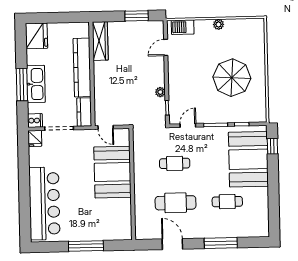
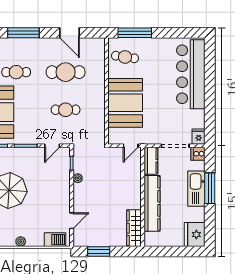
door: (106, 127) -> (131, 146), swing flipped
cafe table: (114, 220) -> (125, 57), added
window: (86, 246) -> (135, 33), moved

